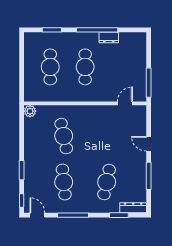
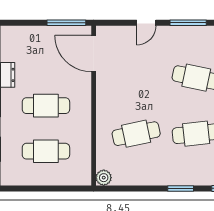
door: (125, 103) -> (94, 54), width x1.87

